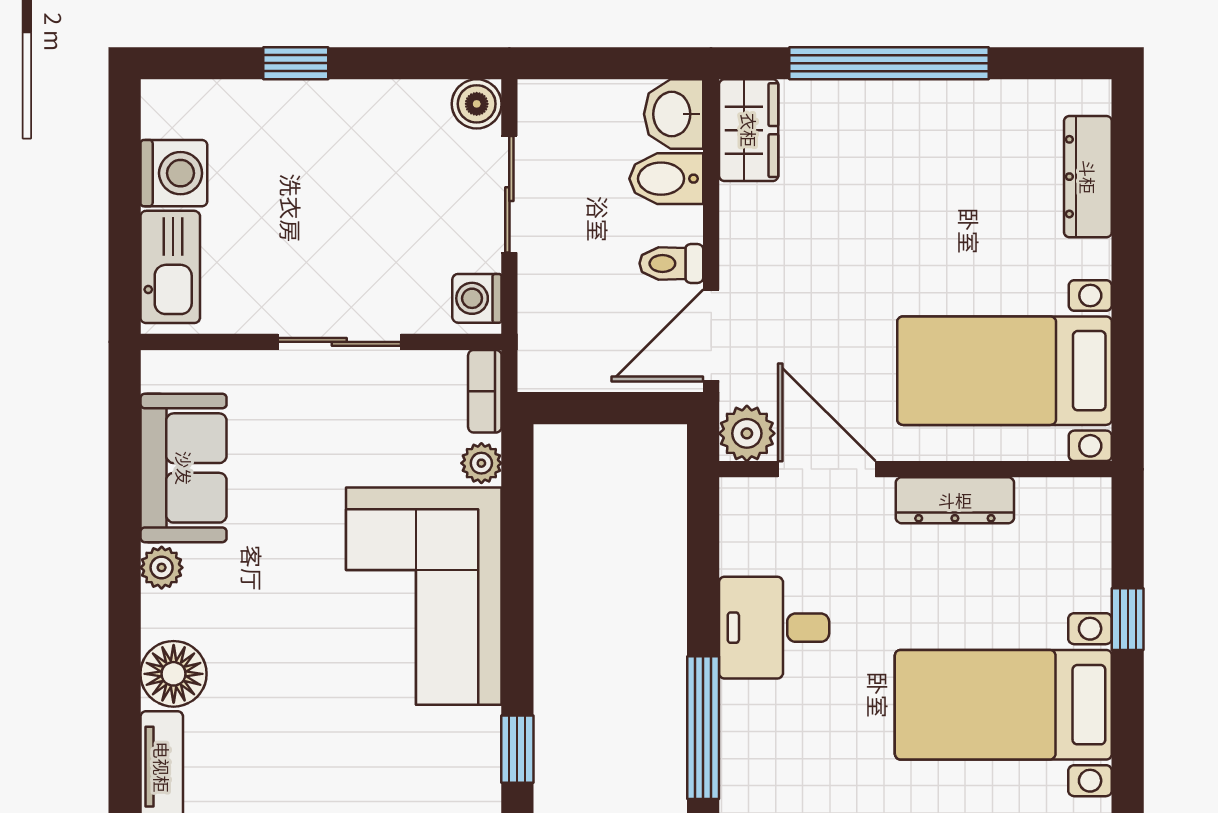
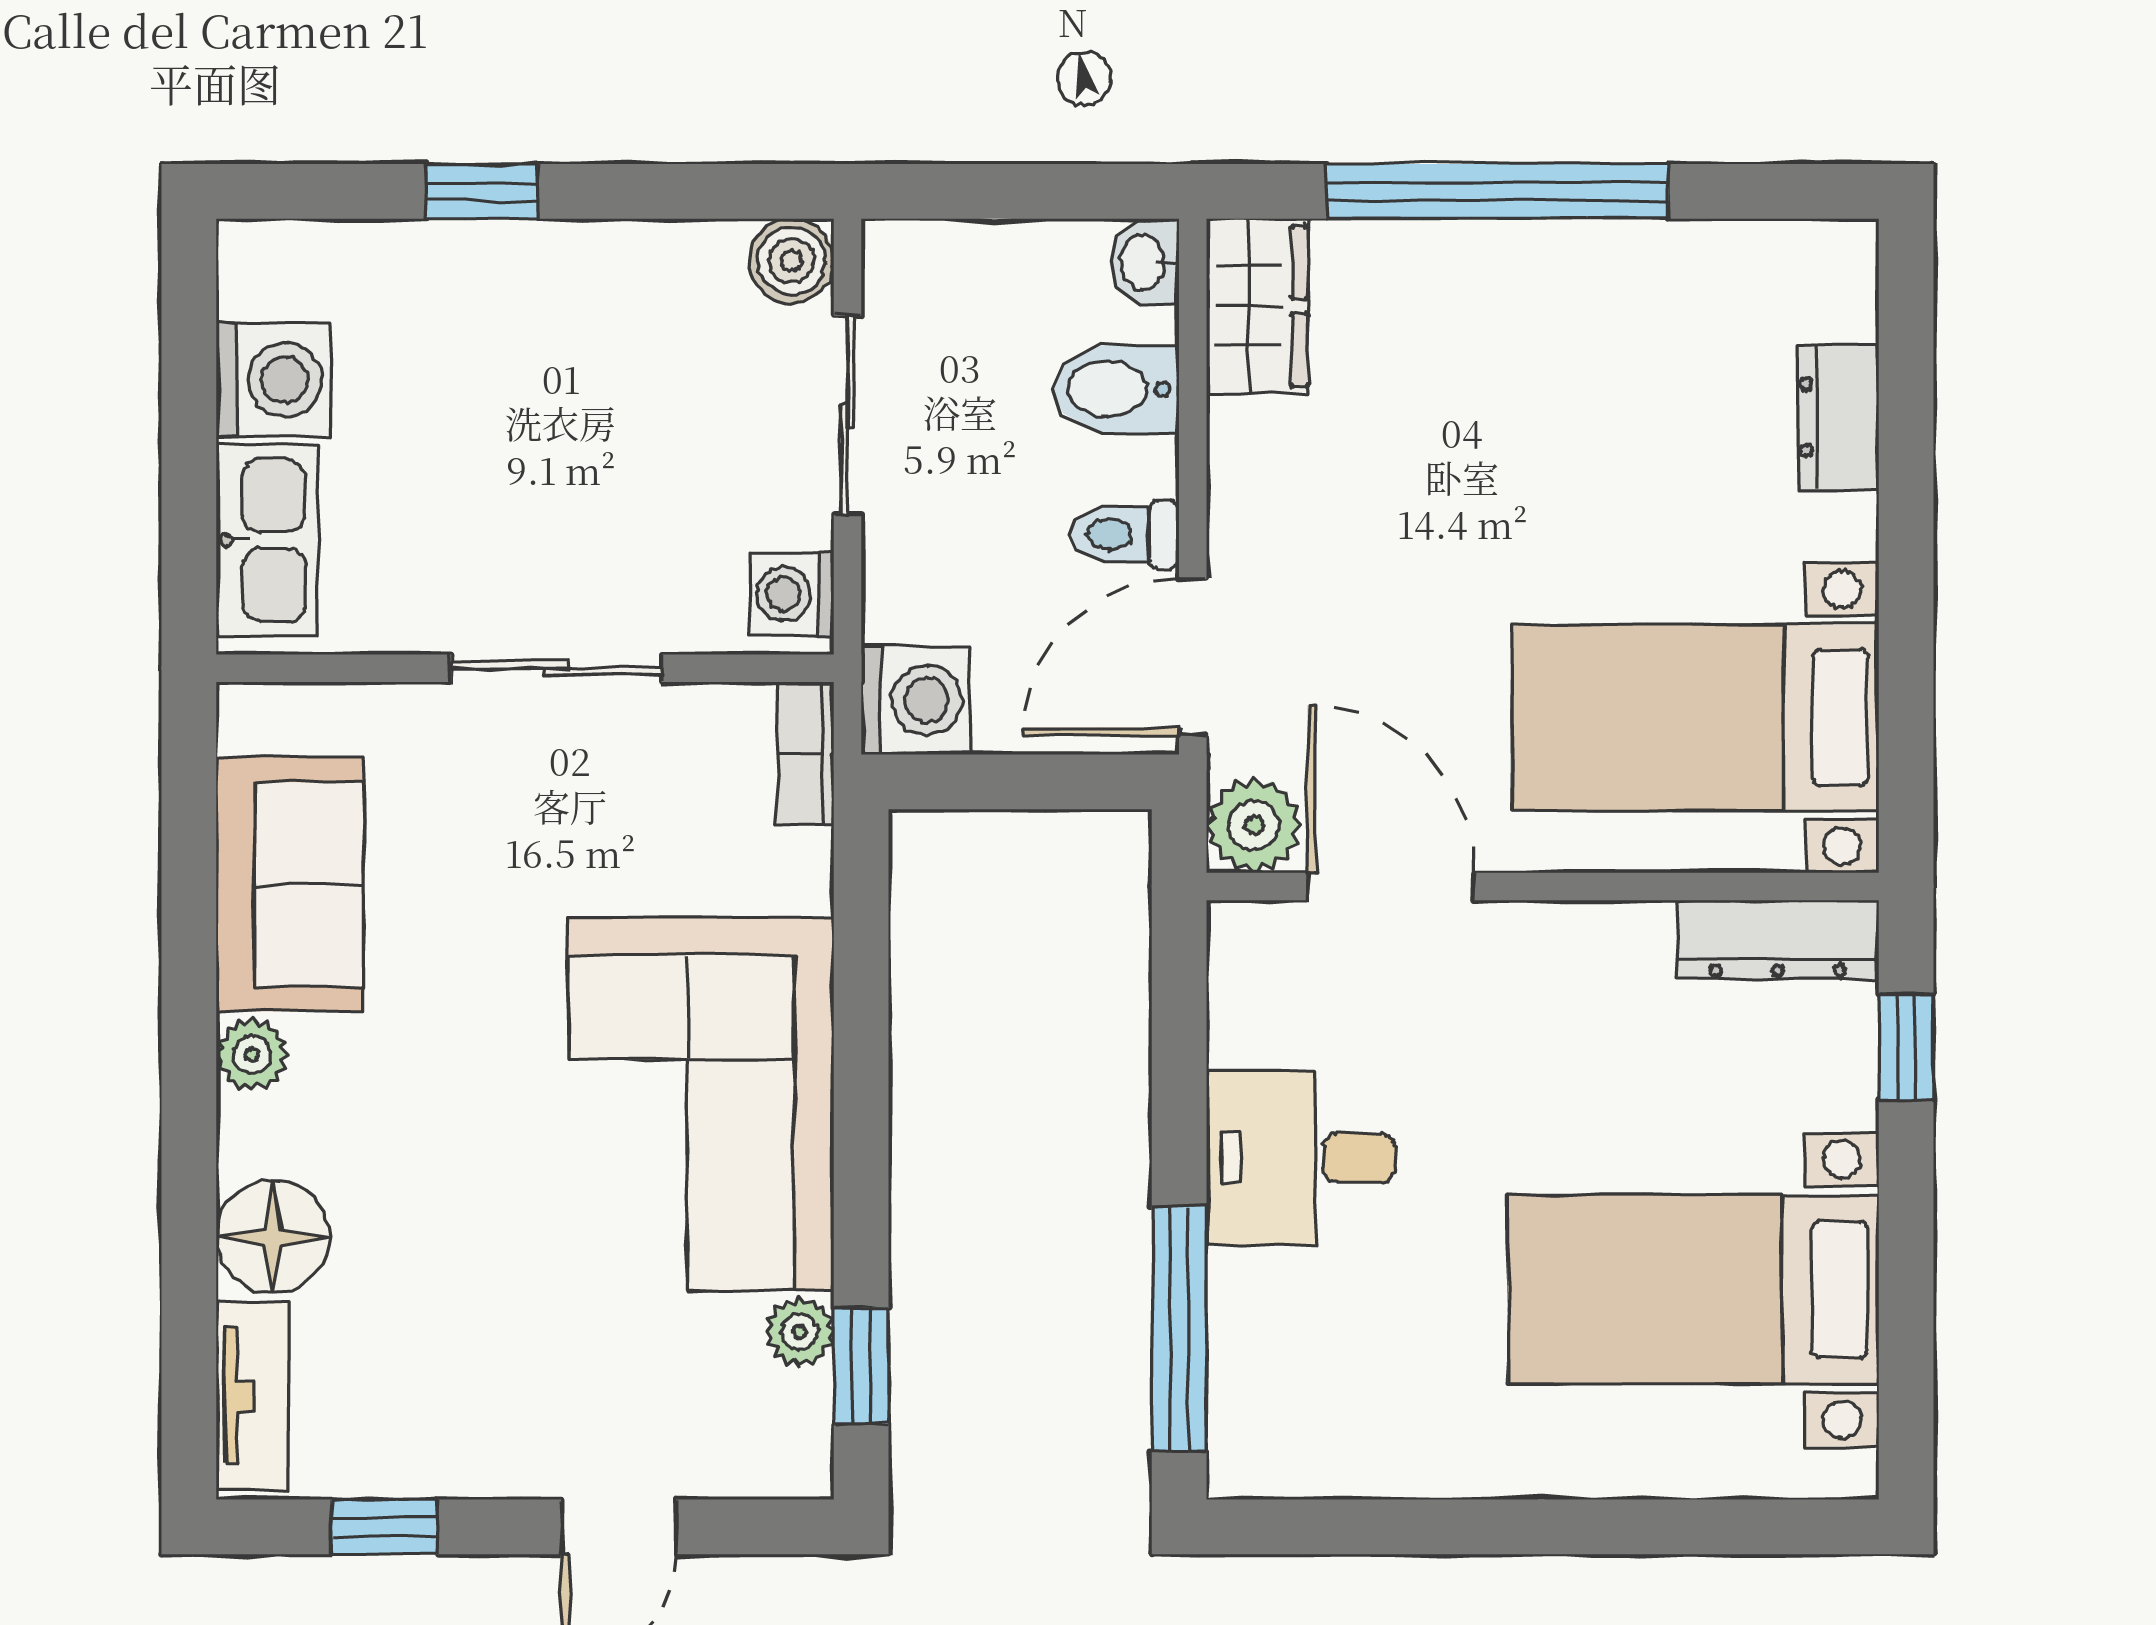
washbasin: (674, 114) -> (1144, 262), width x0.72, depth x0.69
dresser: (1088, 177) -> (1838, 417), width x0.70
washing machine: (549, 360) -> (916, 700), added
plant: (481, 463) -> (800, 1332), moved
dresser: (955, 500) -> (1778, 940), moved
window: (1128, 619) -> (1906, 1047), moved

